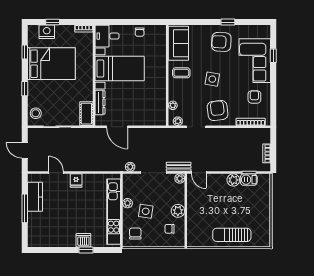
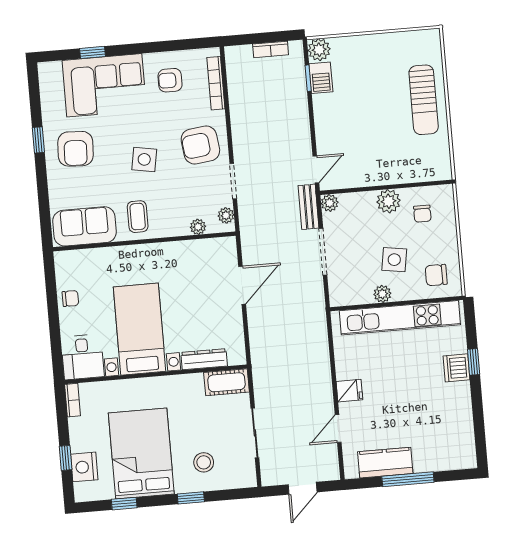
stool: (36, 113) -> (204, 462), moved
door: (117, 127) -> (242, 285), moved
plant: (130, 167) -> (316, 295), removed
plant: (233, 180) -> (319, 50), moved

